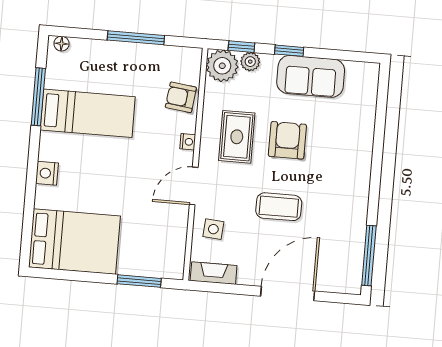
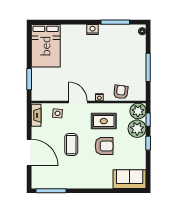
plant: (250, 62) -> (137, 129), width x1.87, depth x1.87
sofa: (311, 76) -> (130, 179), moved, turned 90
bed: (88, 113) -> (109, 47), removed
nightstand: (47, 173) -> (93, 29), moved

